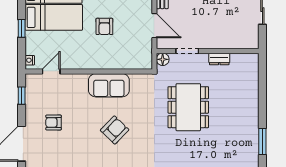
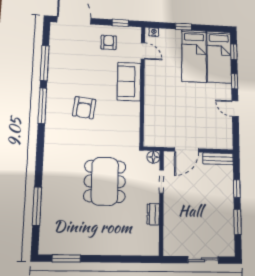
armchair: (104, 26) -> (186, 102), removed
sofa: (109, 85) -> (129, 82), moved
dining table: (188, 107) -> (105, 181), turned 90
armchair: (54, 122) -> (109, 42), moved
armchair: (115, 130) -> (84, 108), turned 53

